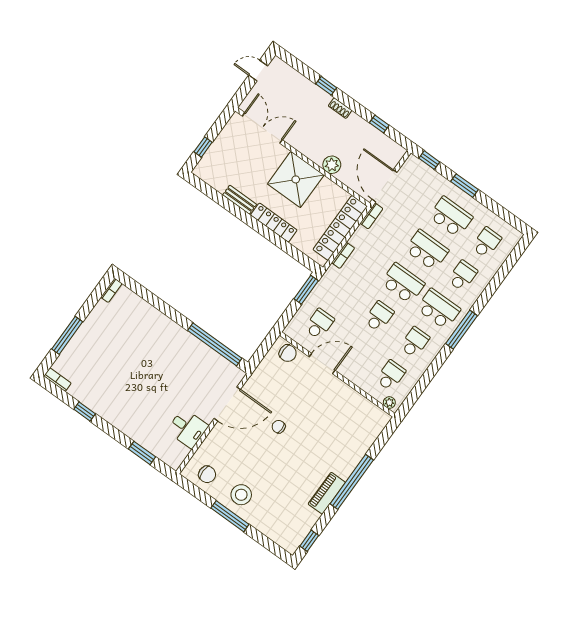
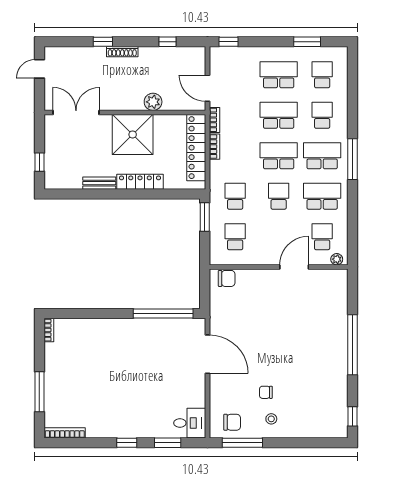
shoe rack: (340, 108) -> (122, 52), width x1.43
door: (385, 186) -> (208, 88), width x0.73
window: (465, 186) -> (307, 42), moved
bookcase: (343, 255) -> (215, 147), moved
school desk: (343, 291) -> (235, 196), added
school desk: (415, 342) -> (322, 196), width x1.85
door: (322, 364) -> (294, 267), moved
bookcase: (57, 380) -> (65, 433), width x1.56
door: (227, 404) -> (208, 354), hinge flipped
window: (85, 411) -> (127, 443), moved
chair: (279, 427) -> (266, 392), moved
desk: (188, 428) -> (190, 423), moved
piano: (327, 493) -> (339, 368), removed
stool: (241, 495) -> (271, 419), width x0.53, depth x0.53
window: (230, 516) -> (242, 443), moved

